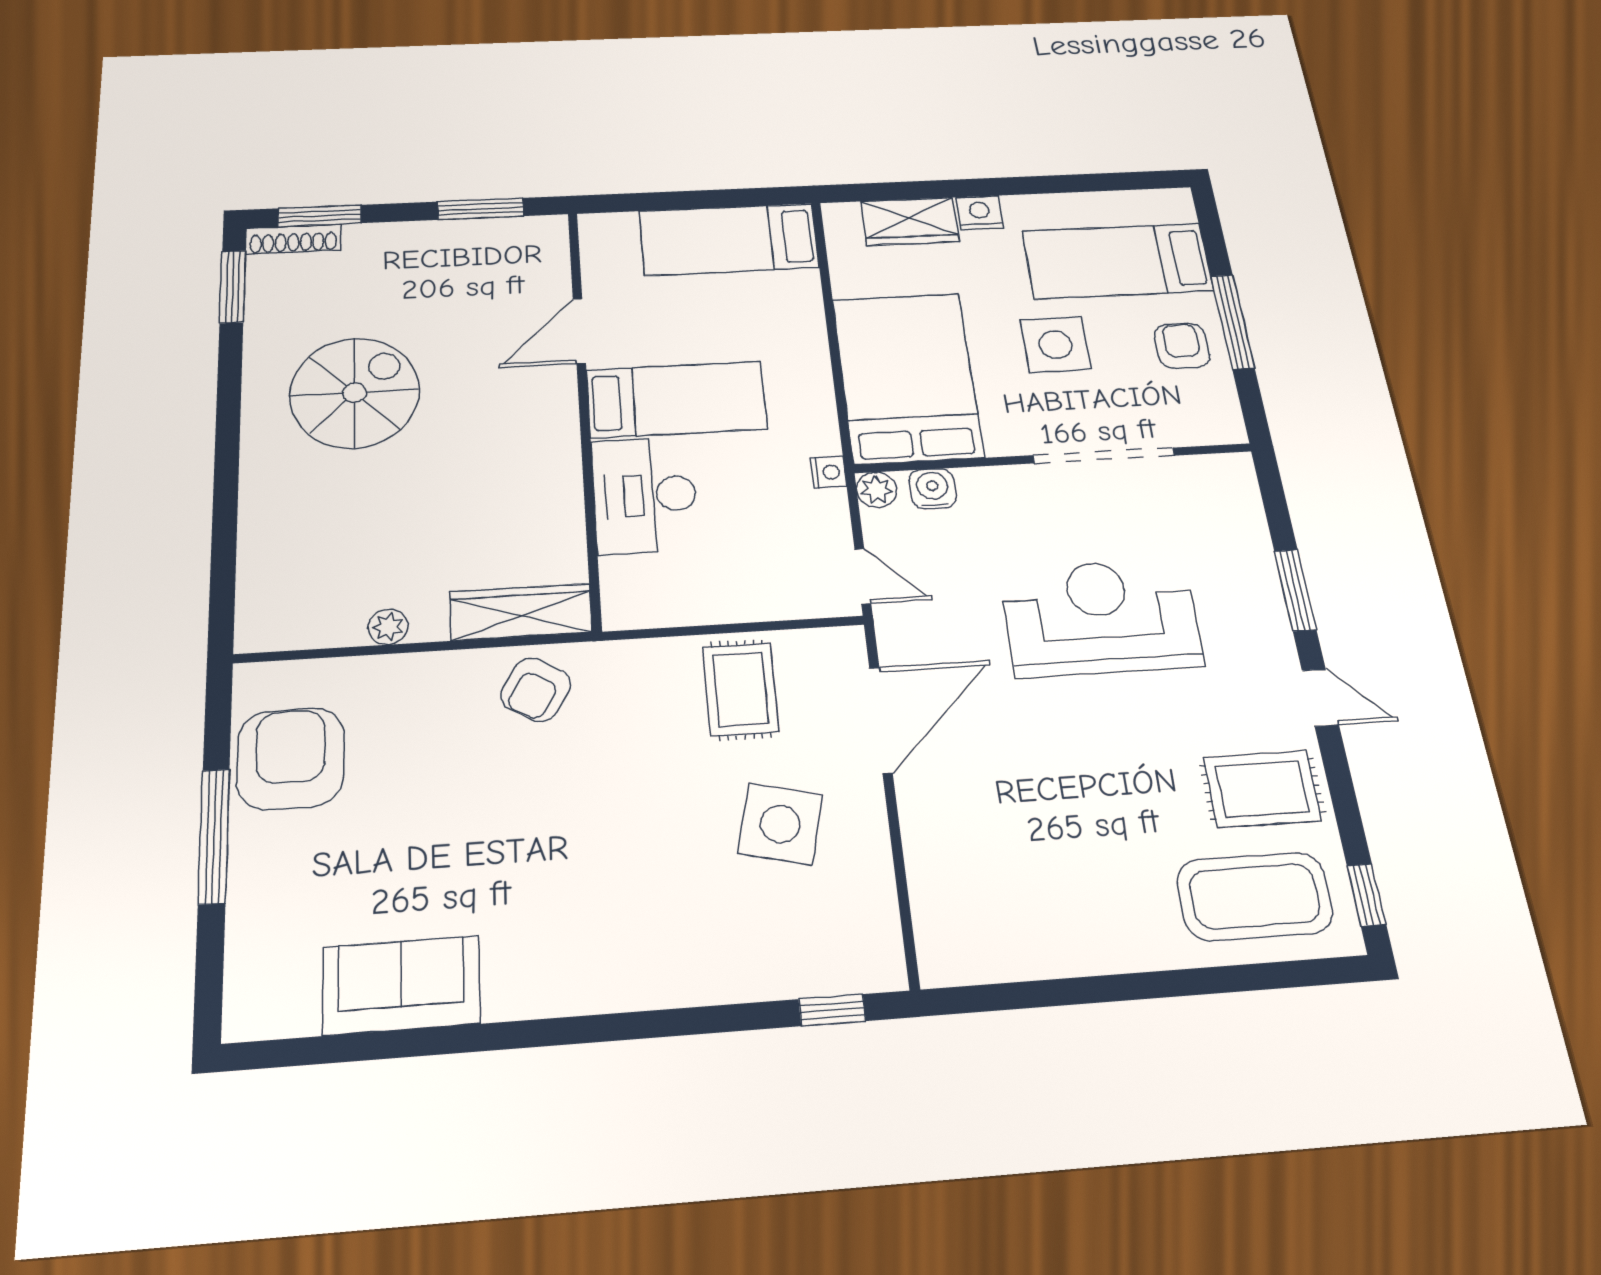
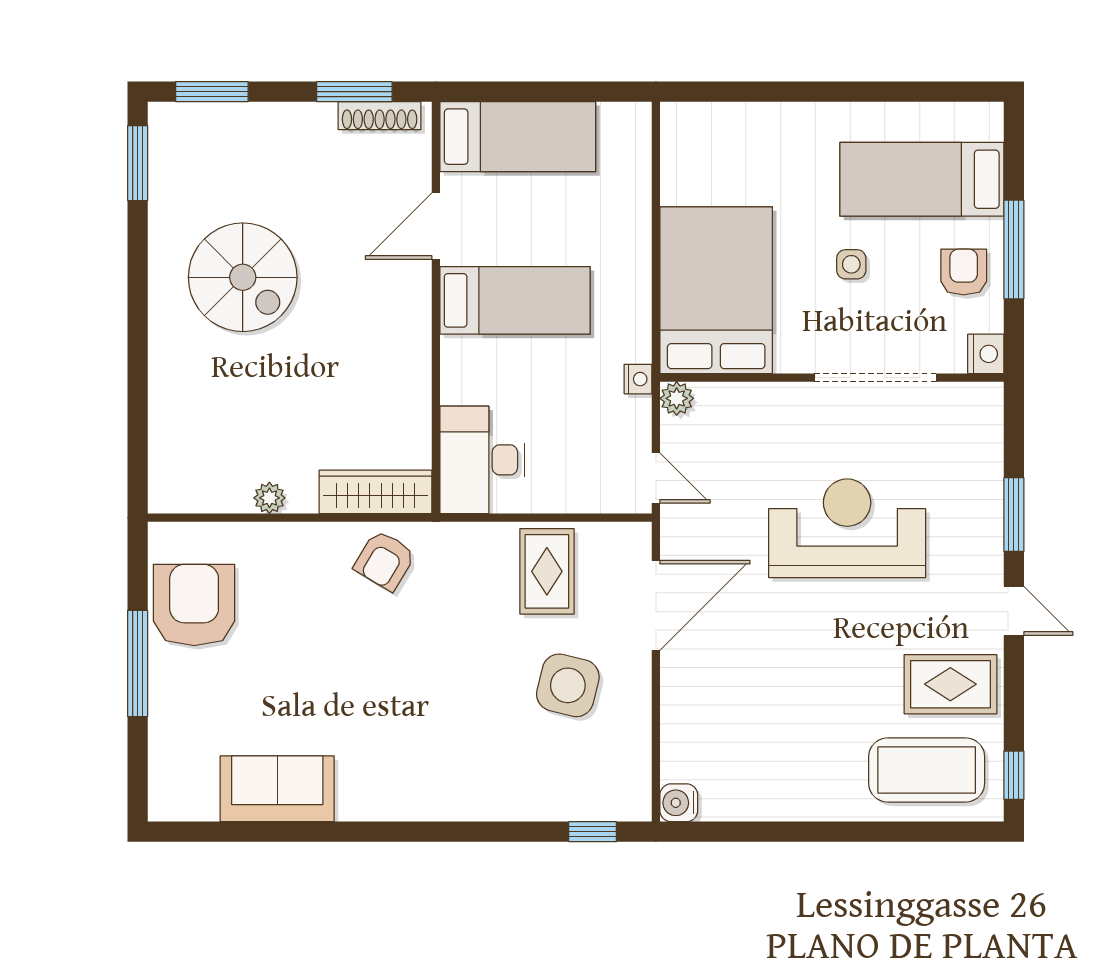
nightstand: (980, 213) -> (986, 354), moved, turned 90
wardrobe: (910, 221) -> (739, 126), removed
shoe rack: (293, 239) -> (380, 116), moved
bed: (729, 239) -> (518, 137), moved, turned 180
side table: (1055, 345) -> (851, 264), width x0.54, depth x0.54
spiral stairs: (355, 393) -> (243, 277), turned 90
water cooler: (933, 489) -> (679, 803), moved, turned -90
desk: (645, 495) -> (482, 460), moved

